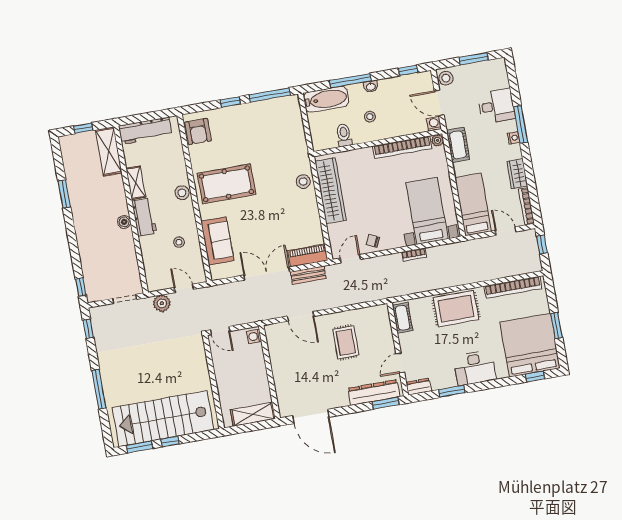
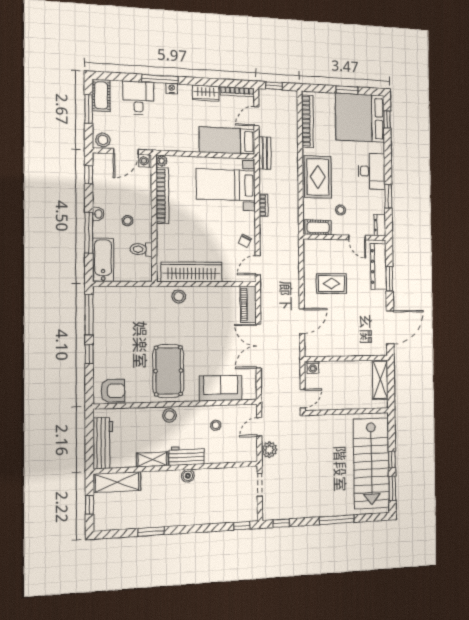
cot: (458, 145) -> (101, 95), moved, turned 90
door: (350, 259) -> (258, 265), hinge flipped
bench: (308, 275) -> (265, 153), moved
stool: (426, 340) -> (341, 210), added
window: (386, 403) -> (389, 279), moved

